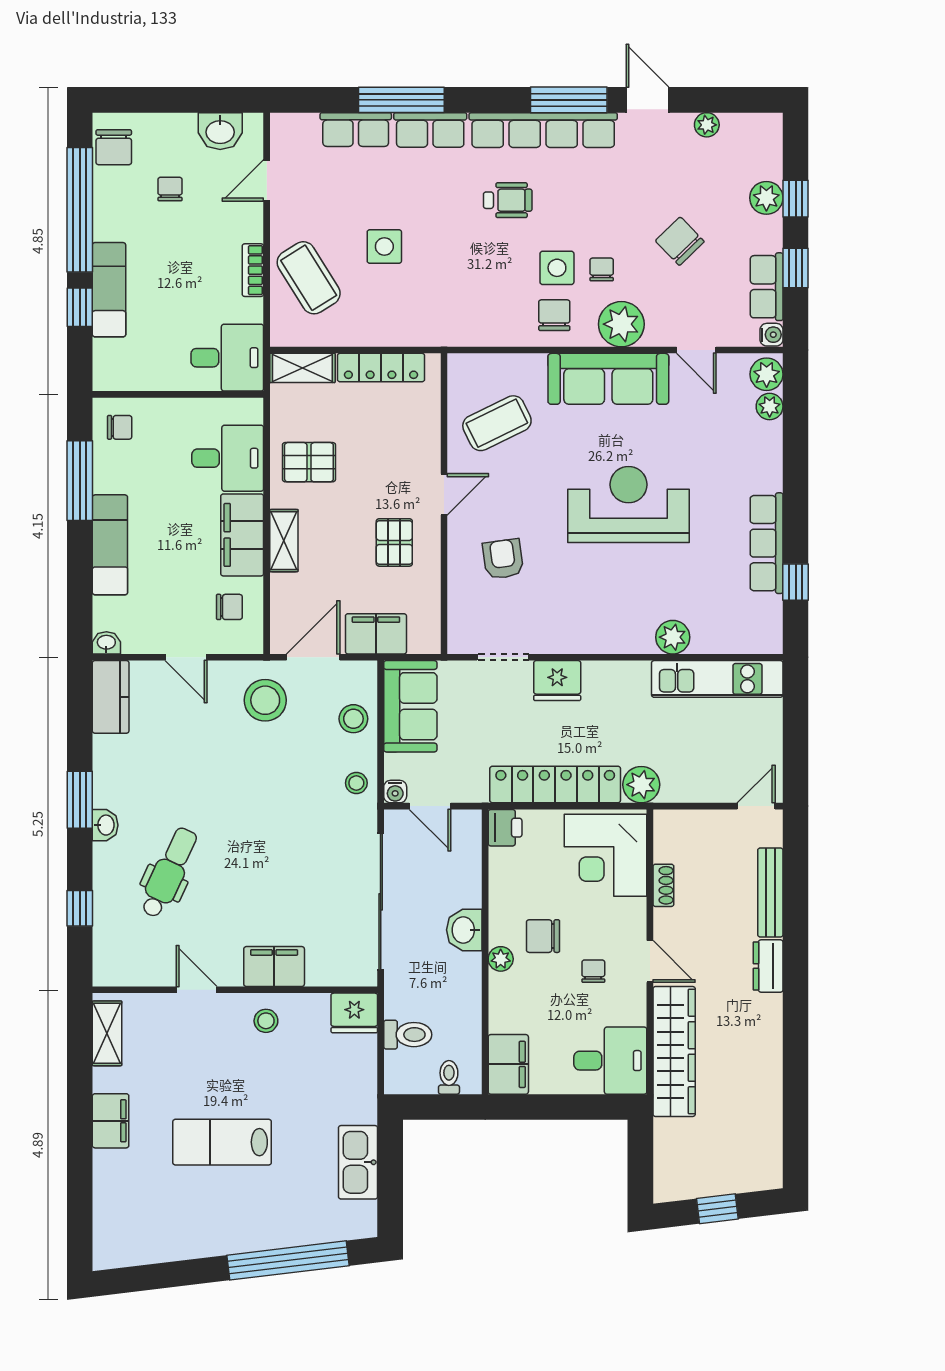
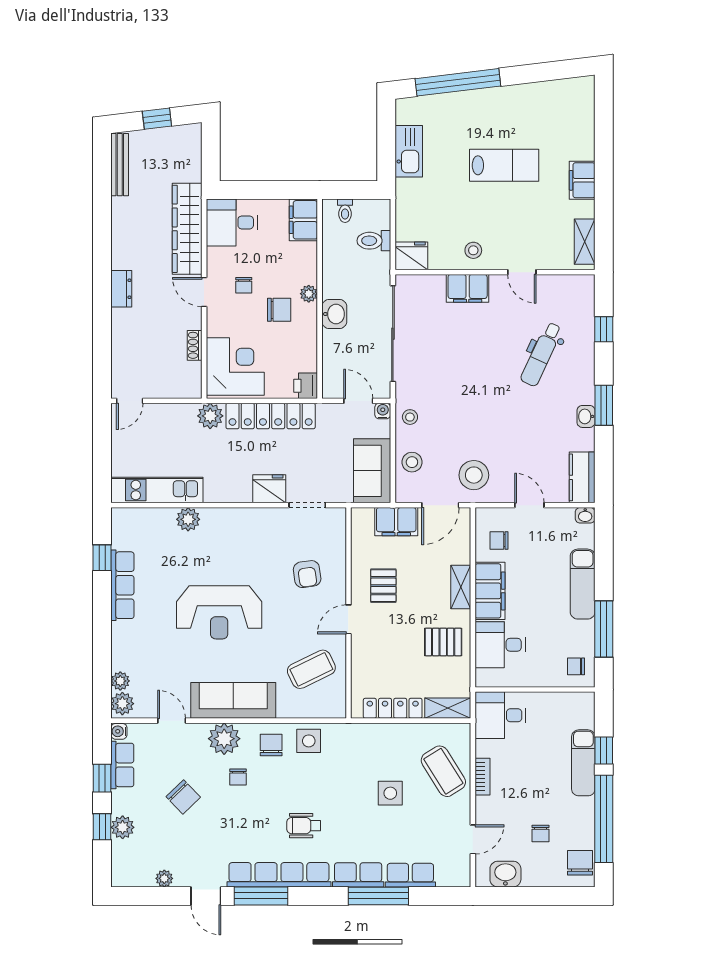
side table: (557, 268) -> (309, 741), moved
chair: (554, 315) -> (271, 745), turned 180
washbasin: (105, 825) -> (586, 416), moved
bench: (770, 892) -> (120, 165), moved

